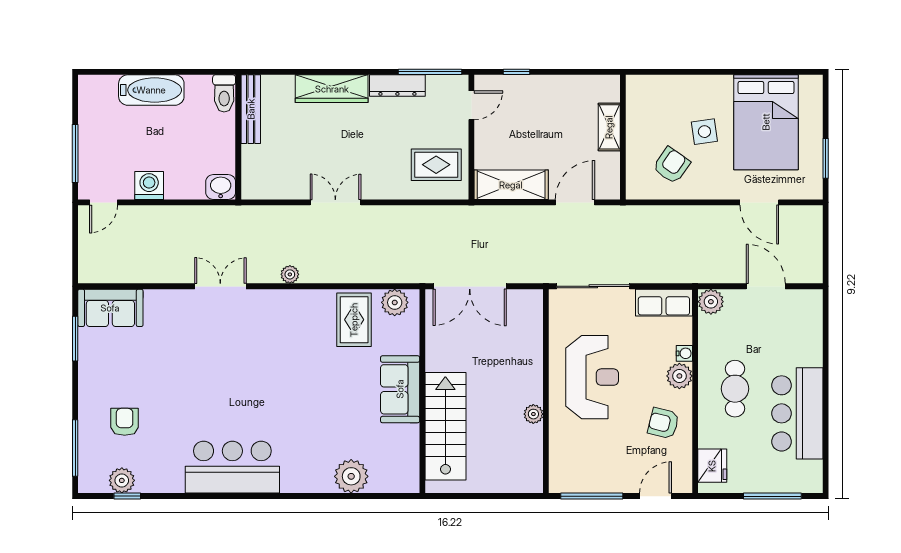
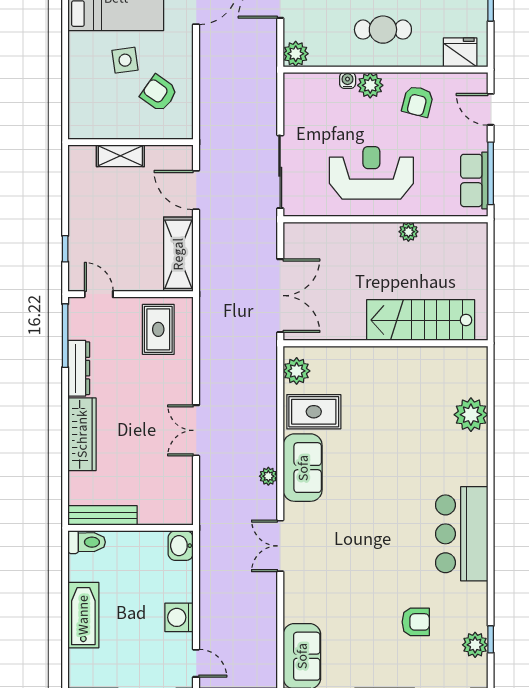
row of seats: (664, 303) -> (474, 180), moved, turned 180
sofa: (400, 389) -> (303, 468), moved, turned -90
armchair: (125, 422) -> (416, 622), moved, turned 180

